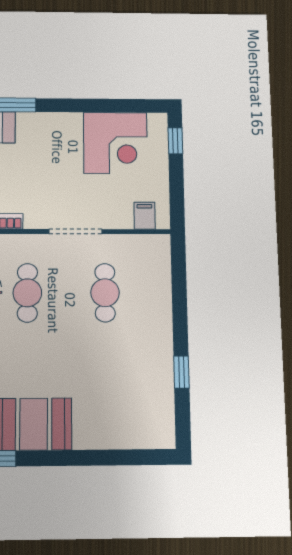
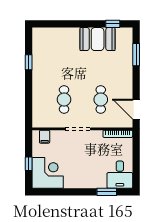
window: (175, 141) -> (29, 164), moved
corner desk: (115, 143) -> (48, 173), moved, turned 90

